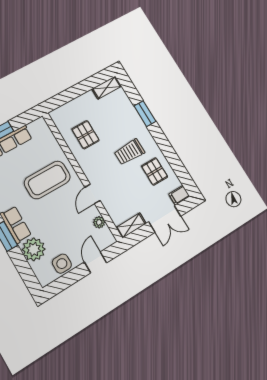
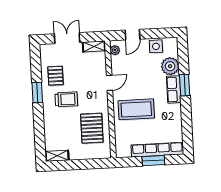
window: (145, 114) -> (37, 93), moved
pallet: (85, 135) -> (92, 128), width x1.50, depth x1.42
filing cabinet: (179, 195) -> (47, 49), removed
plant: (99, 222) -> (115, 50), moved

